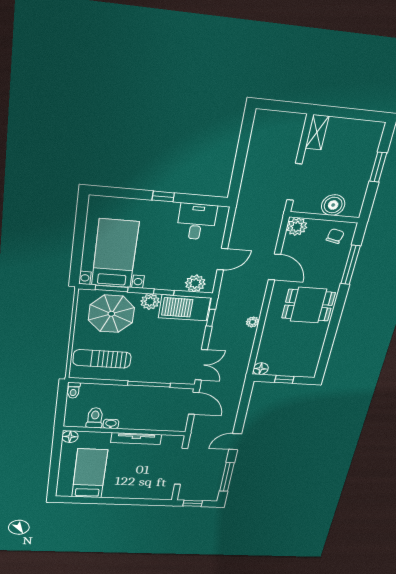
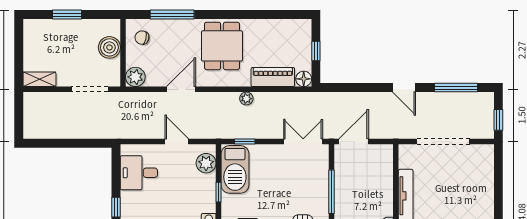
plant: (150, 302) -> (230, 204), removed
piano: (268, 345) -> (273, 77), added

